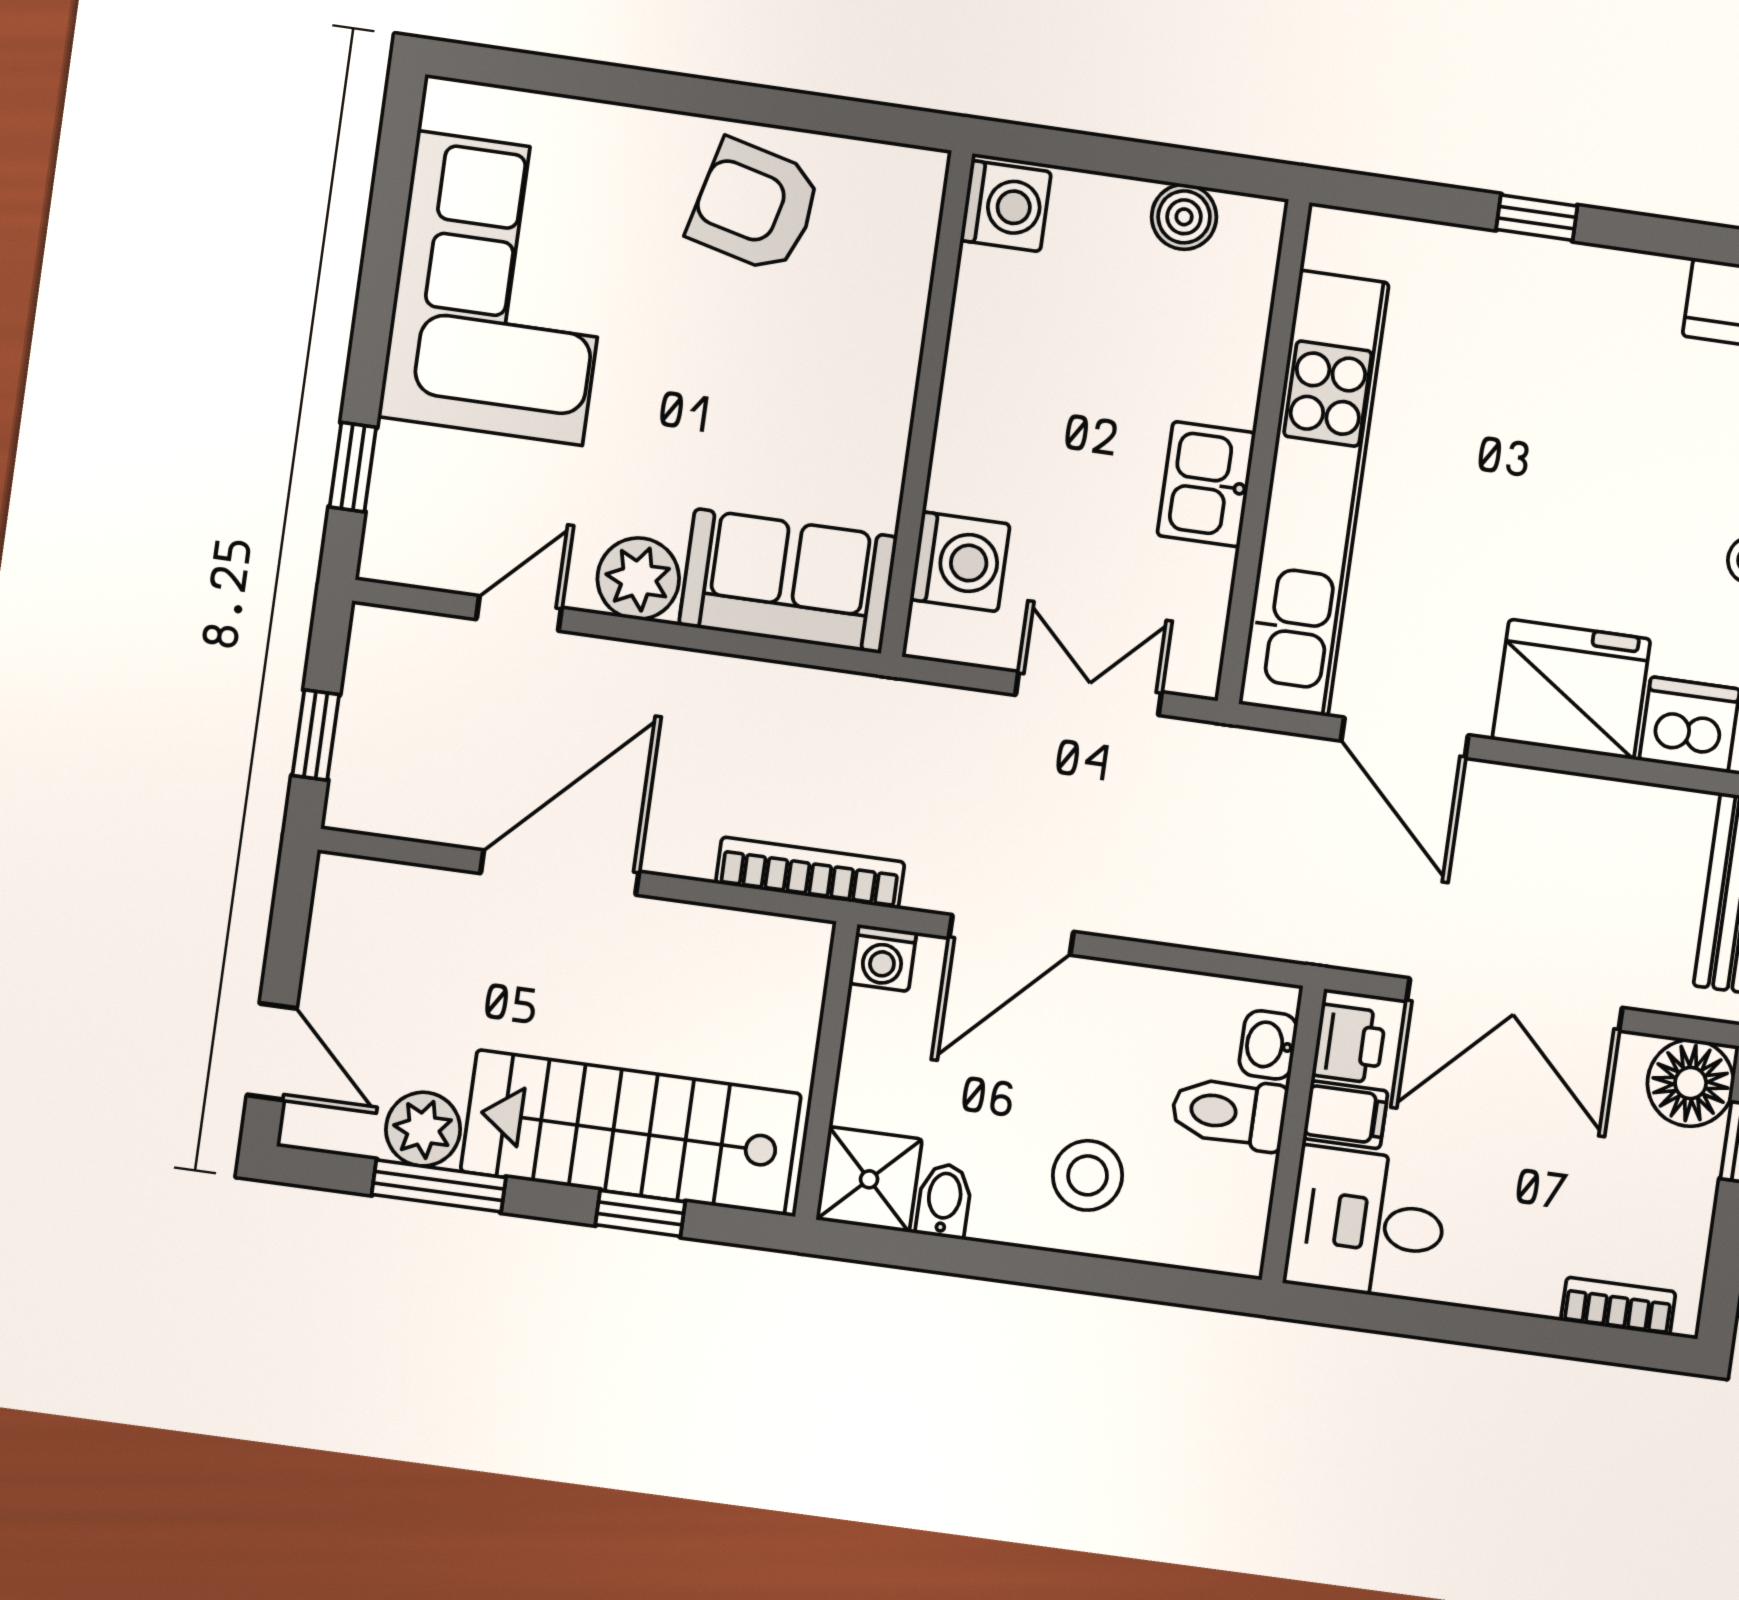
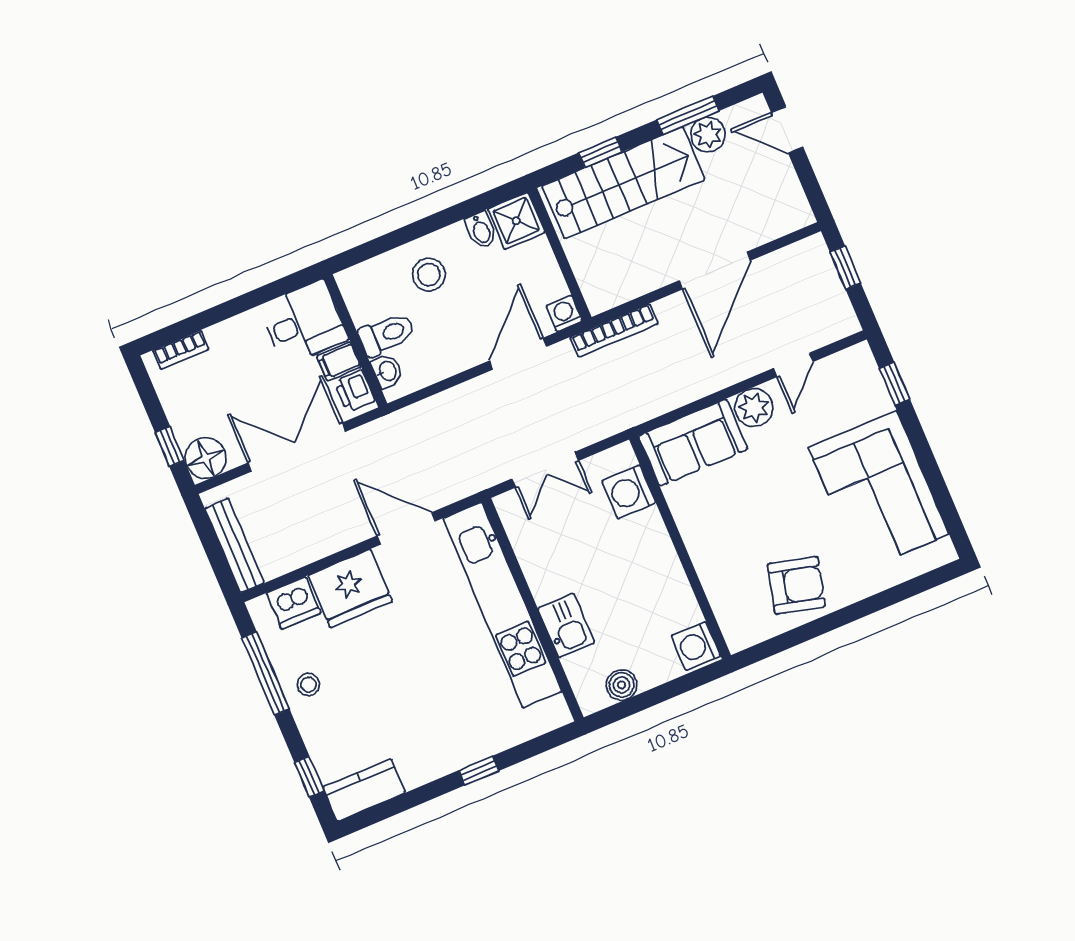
kitchen sink: (1206, 484) -> (566, 626), moved

